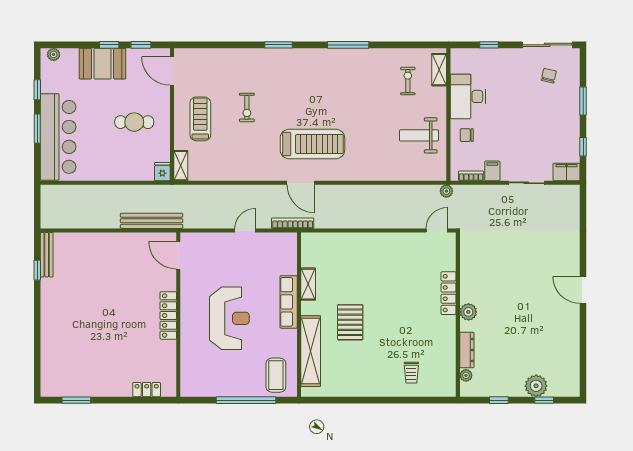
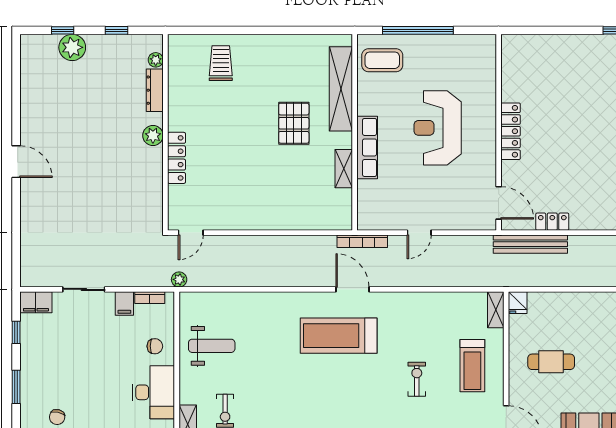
trolley: (411, 373) -> (221, 63), width x1.36, depth x1.39
coffee table: (276, 375) -> (382, 60), turned 90
locker: (147, 390) -> (552, 222), moved, turned 180

